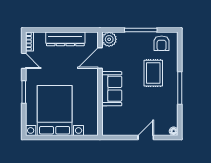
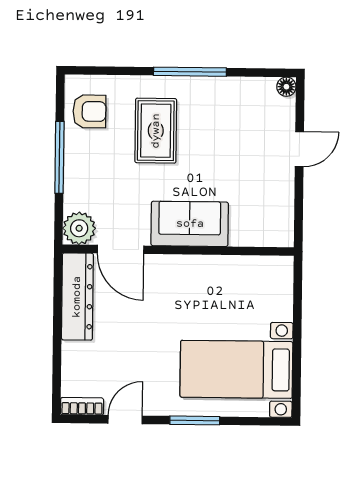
dresser: (65, 39) -> (77, 297), moved
rug: (153, 73) -> (156, 131), turned 90
bed with nightstands: (55, 110) -> (236, 369), width x0.73
door: (146, 137) -> (299, 149), swing flipped

